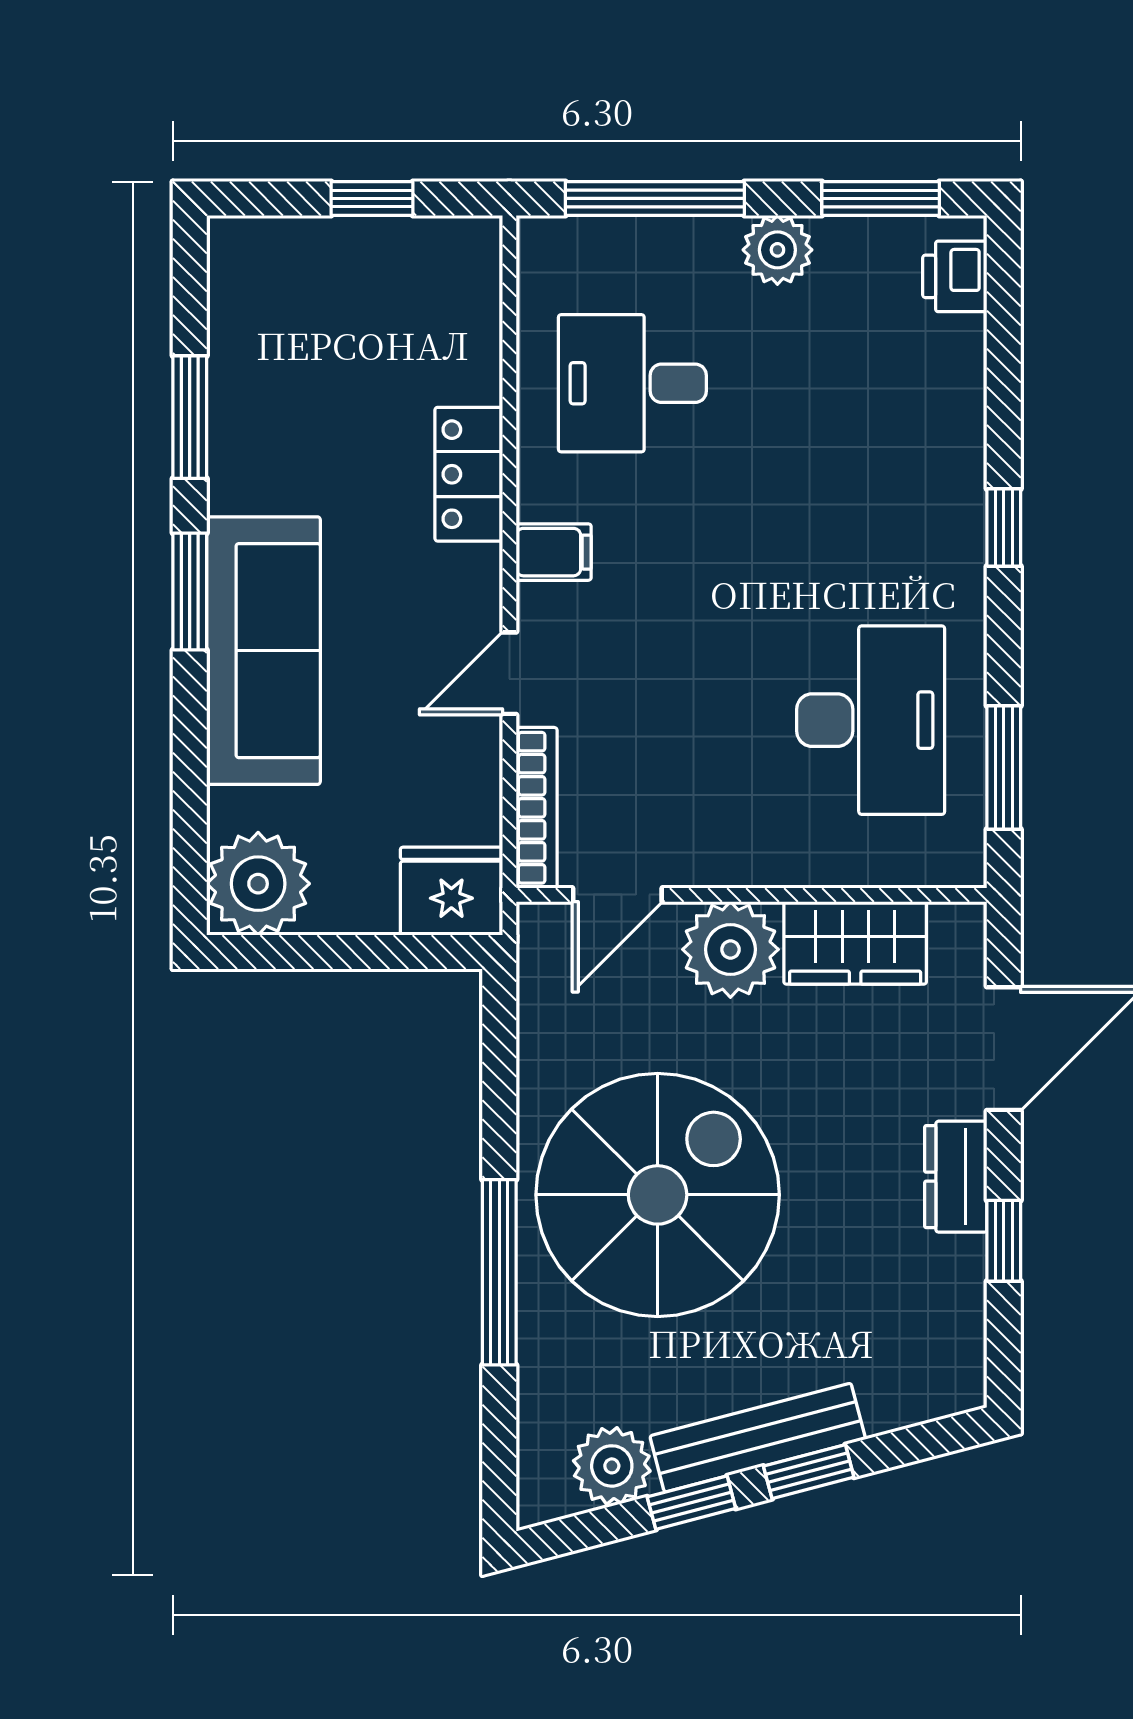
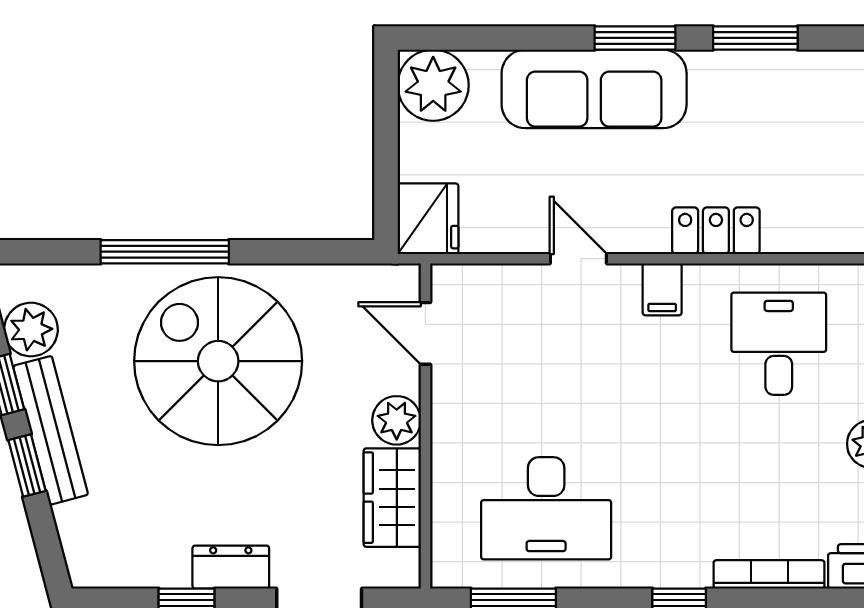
bookcase: (537, 808) -> (769, 574), moved, turned 180
plant: (730, 949) -> (397, 420), width x0.73, depth x0.73
spiral stairs: (658, 1195) -> (218, 361), turned 180

